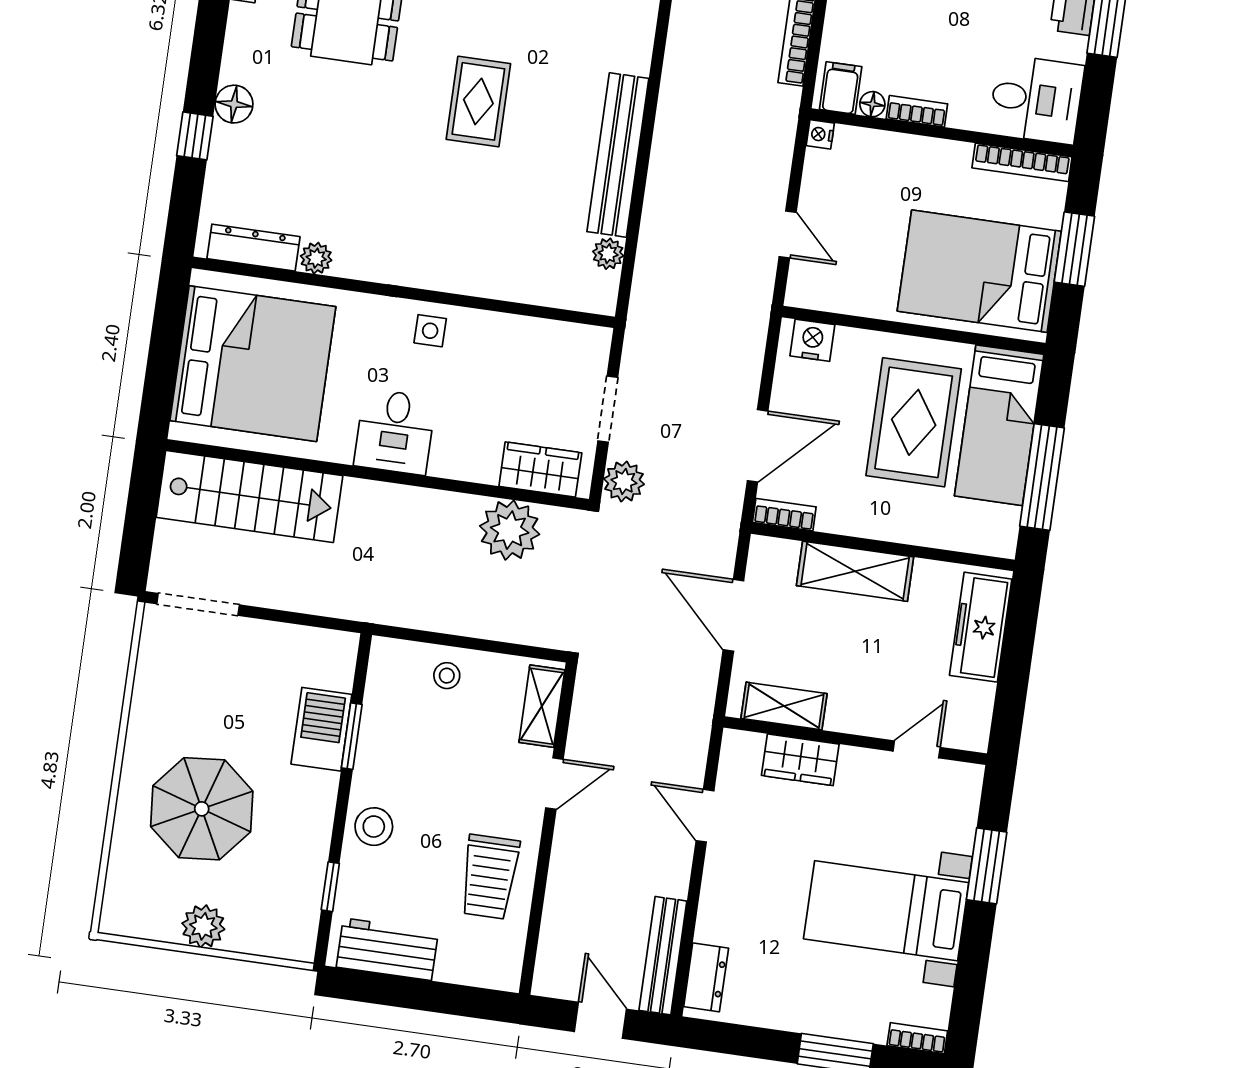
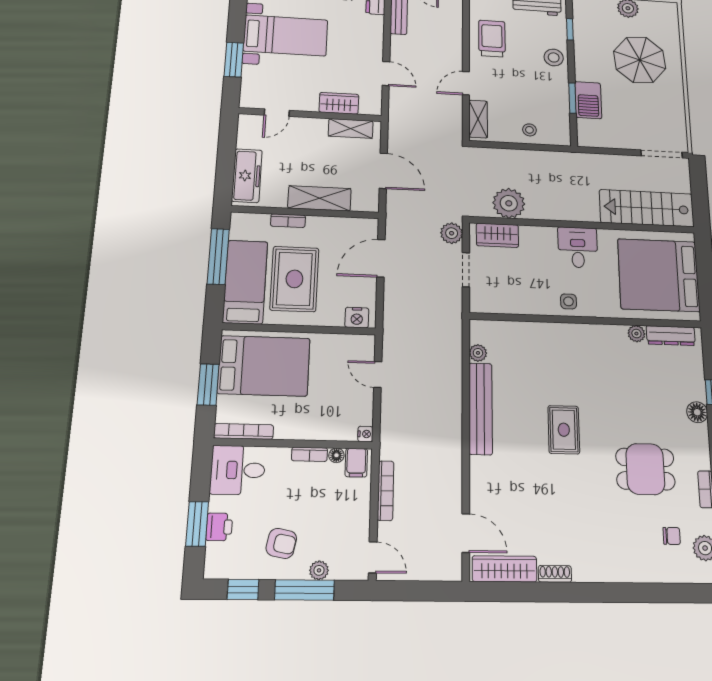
bookcase: (784, 515) -> (288, 221), moved

